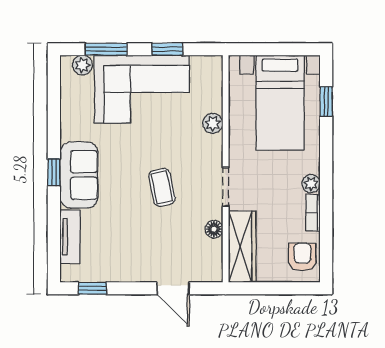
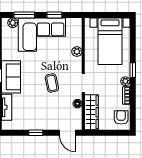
window: (326, 102) -> (133, 70), moved
window: (92, 288) -> (36, 133), moved
door: (173, 288) -> (67, 133), moved

